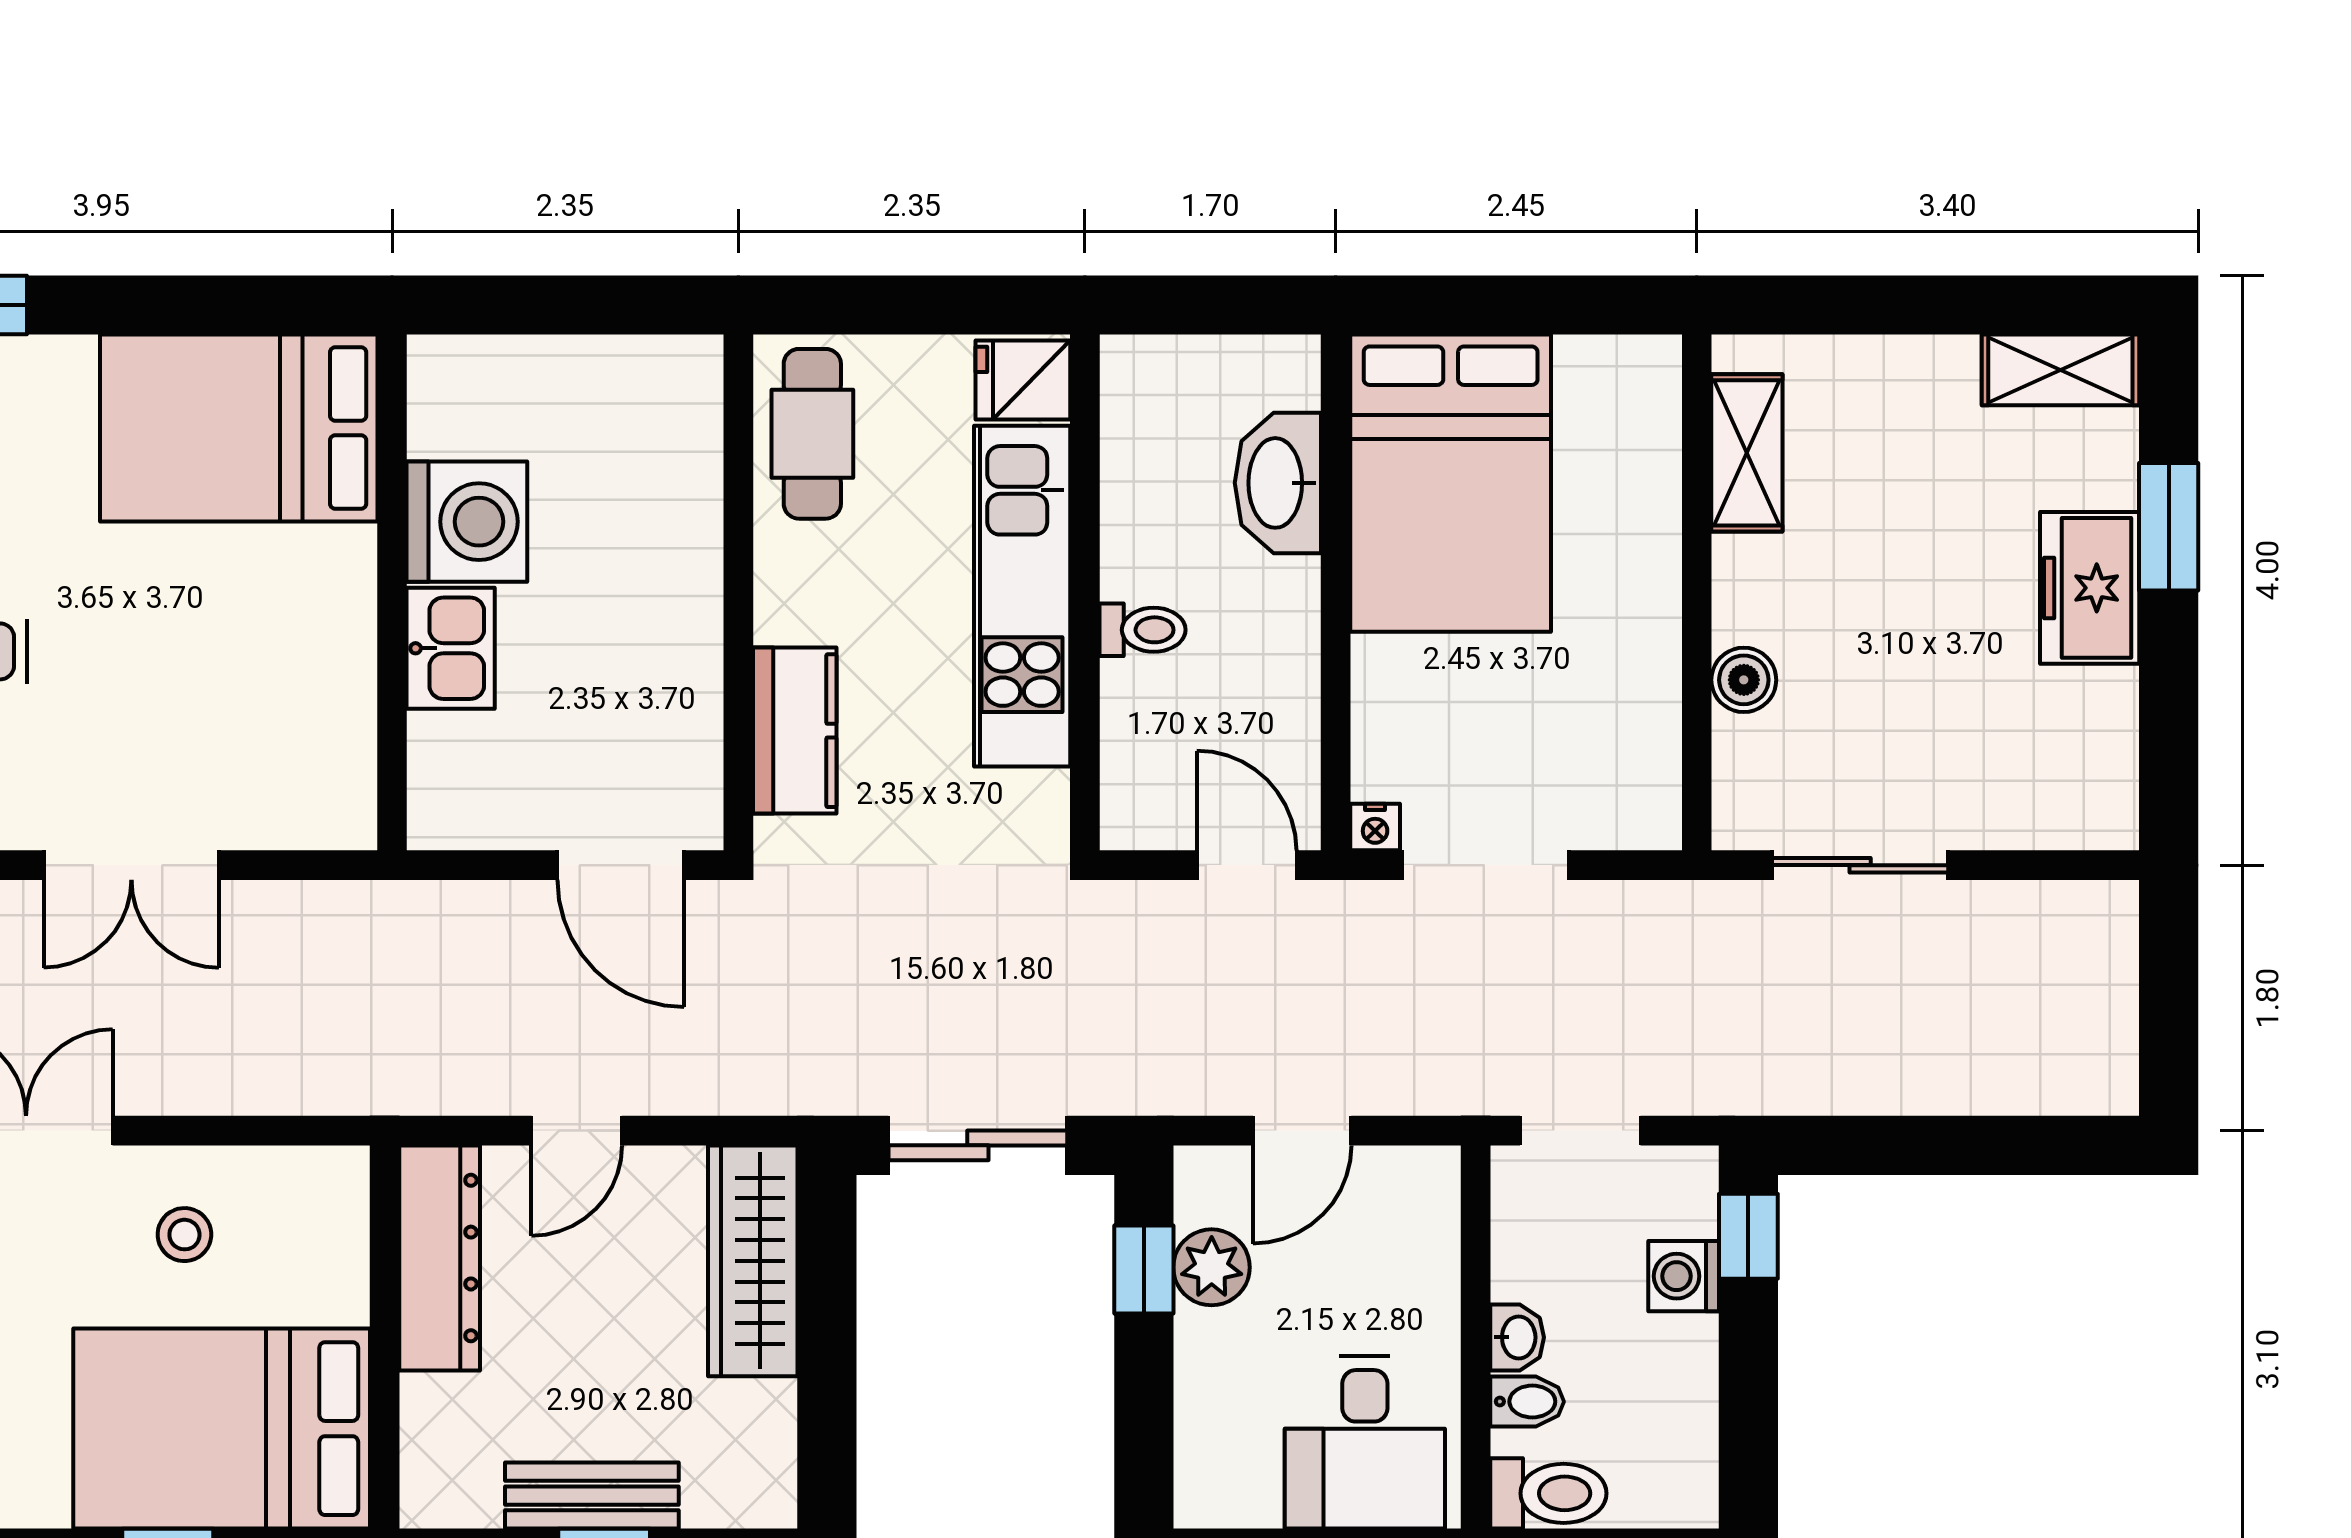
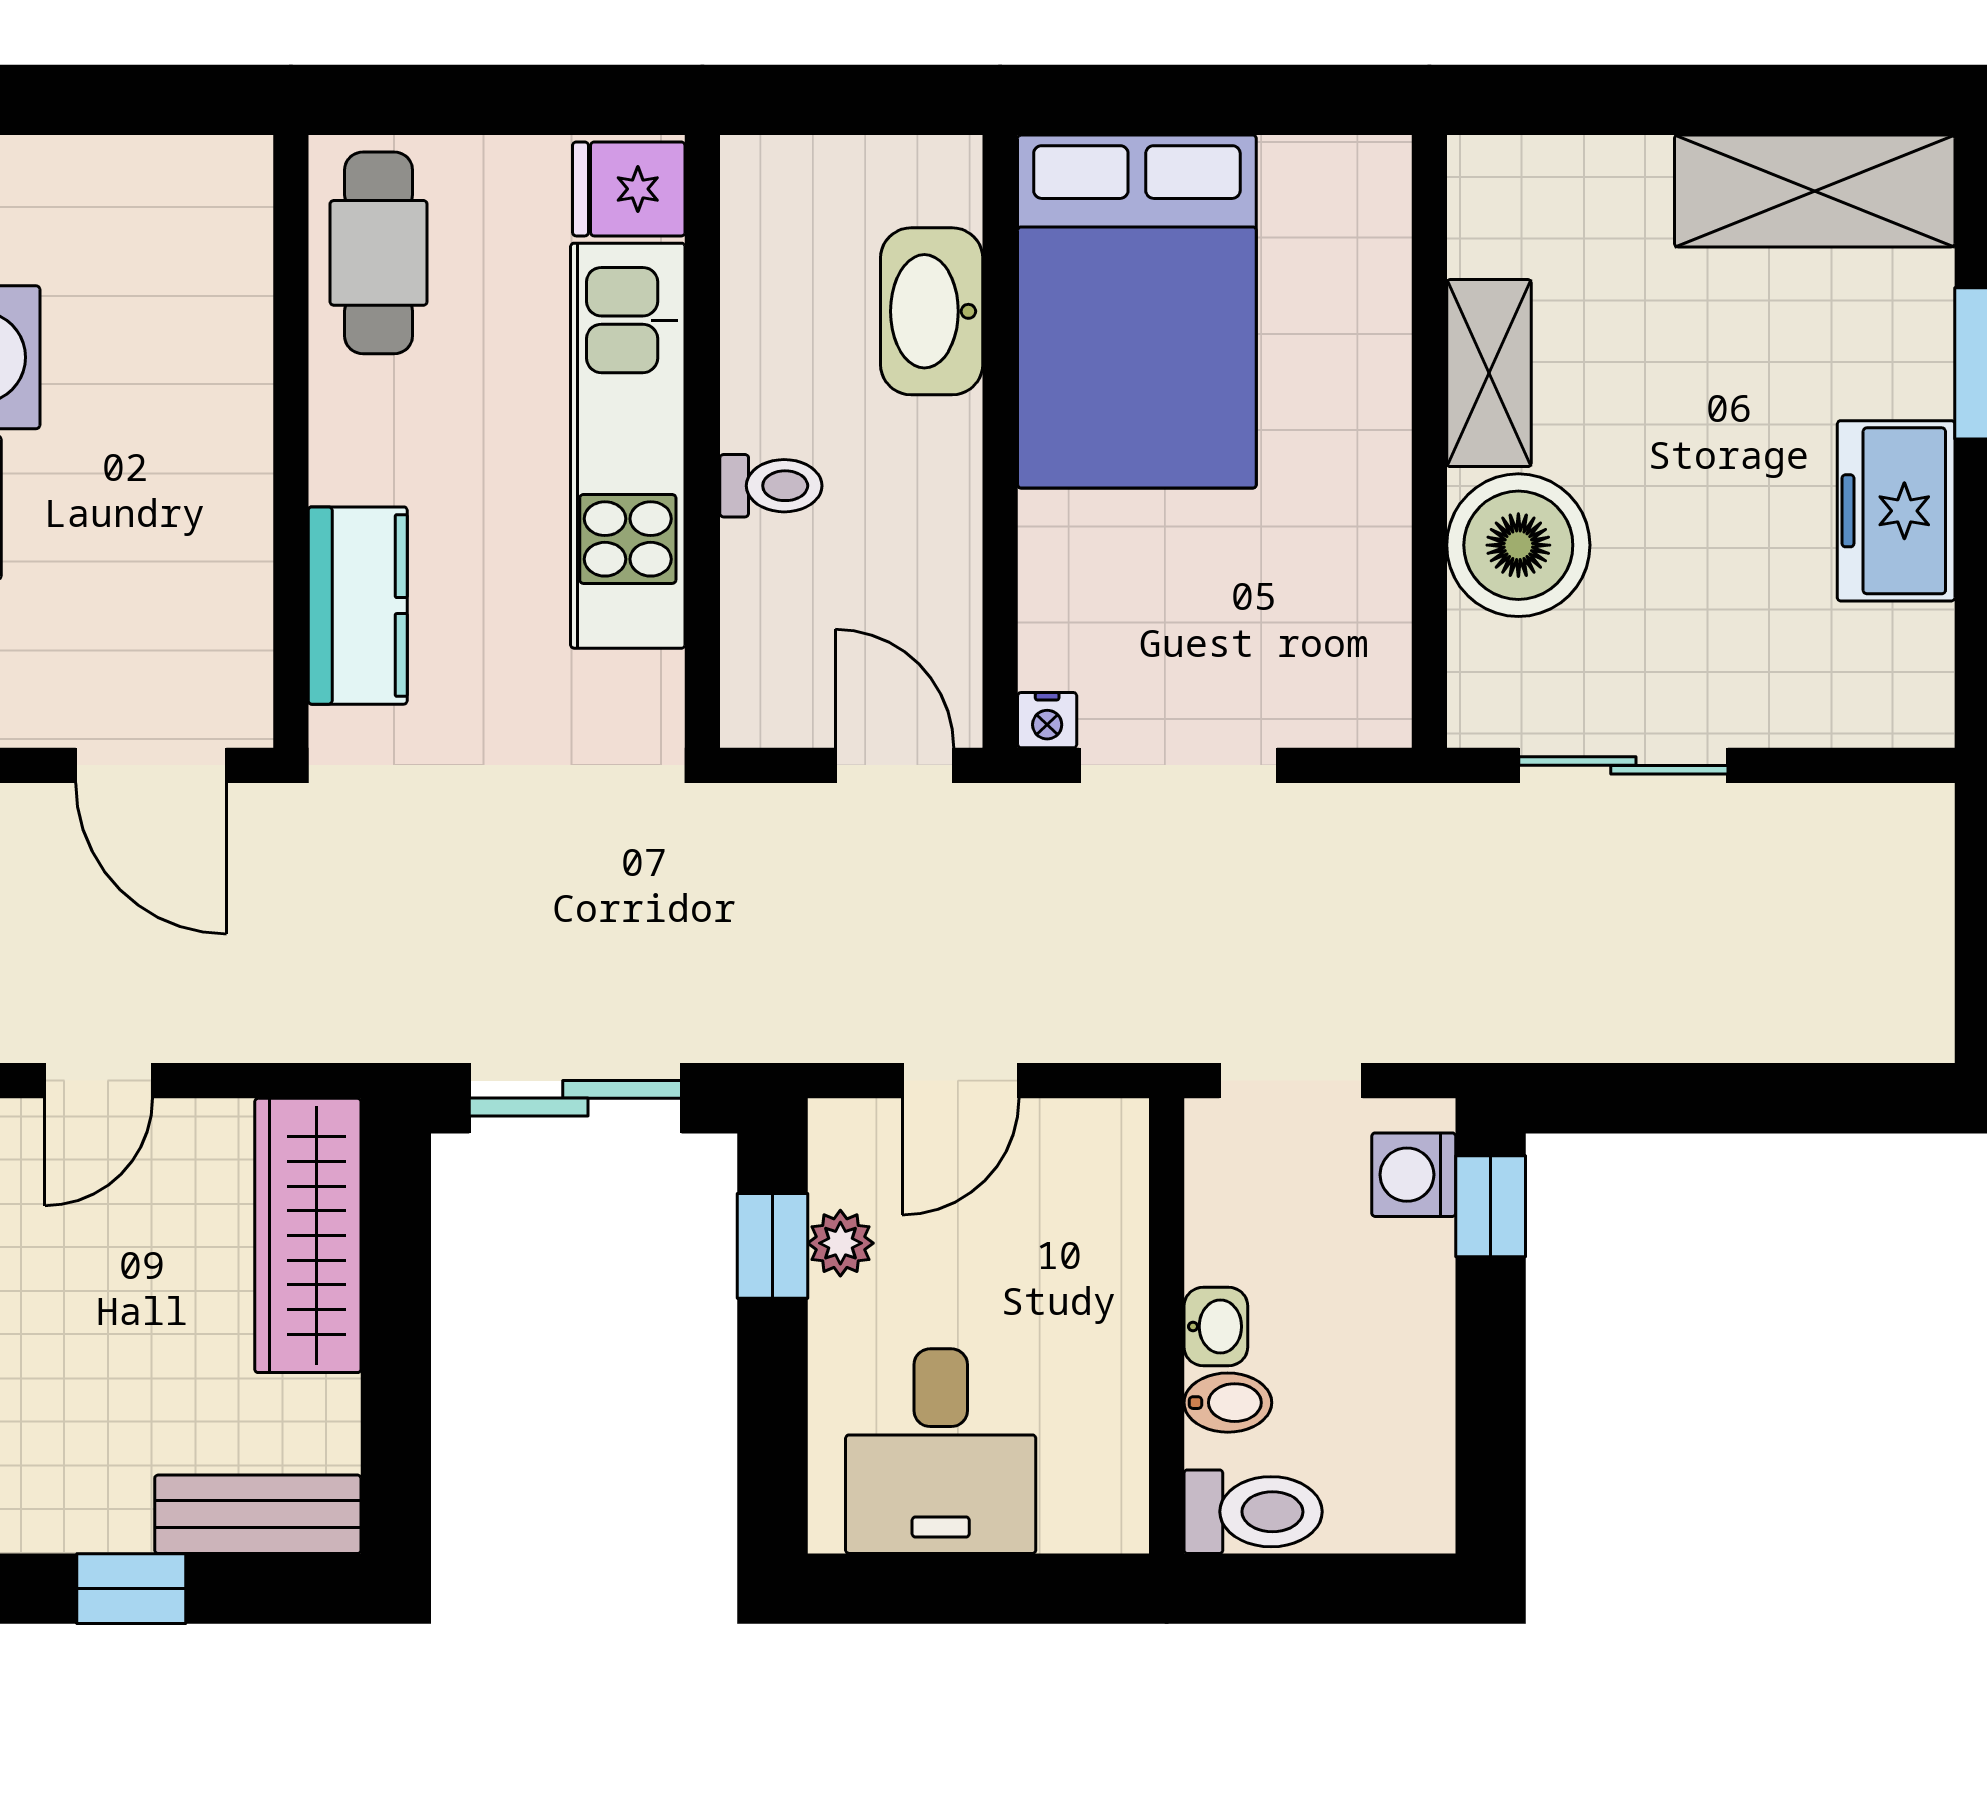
shelving: (2060, 370) -> (1815, 191), width x1.50, depth x1.33
shelving: (1747, 453) -> (1489, 373), moved
freezer: (2090, 588) -> (1896, 511), moved
boiler: (1744, 680) -> (1518, 545), width x1.86, depth x1.86
plant: (1212, 1267) -> (840, 1243), width x0.73, depth x0.73
washing machine: (1684, 1276) -> (1414, 1175), moved
desk: (1365, 1442) -> (941, 1451), moved
bench: (592, 1496) -> (258, 1514), moved

